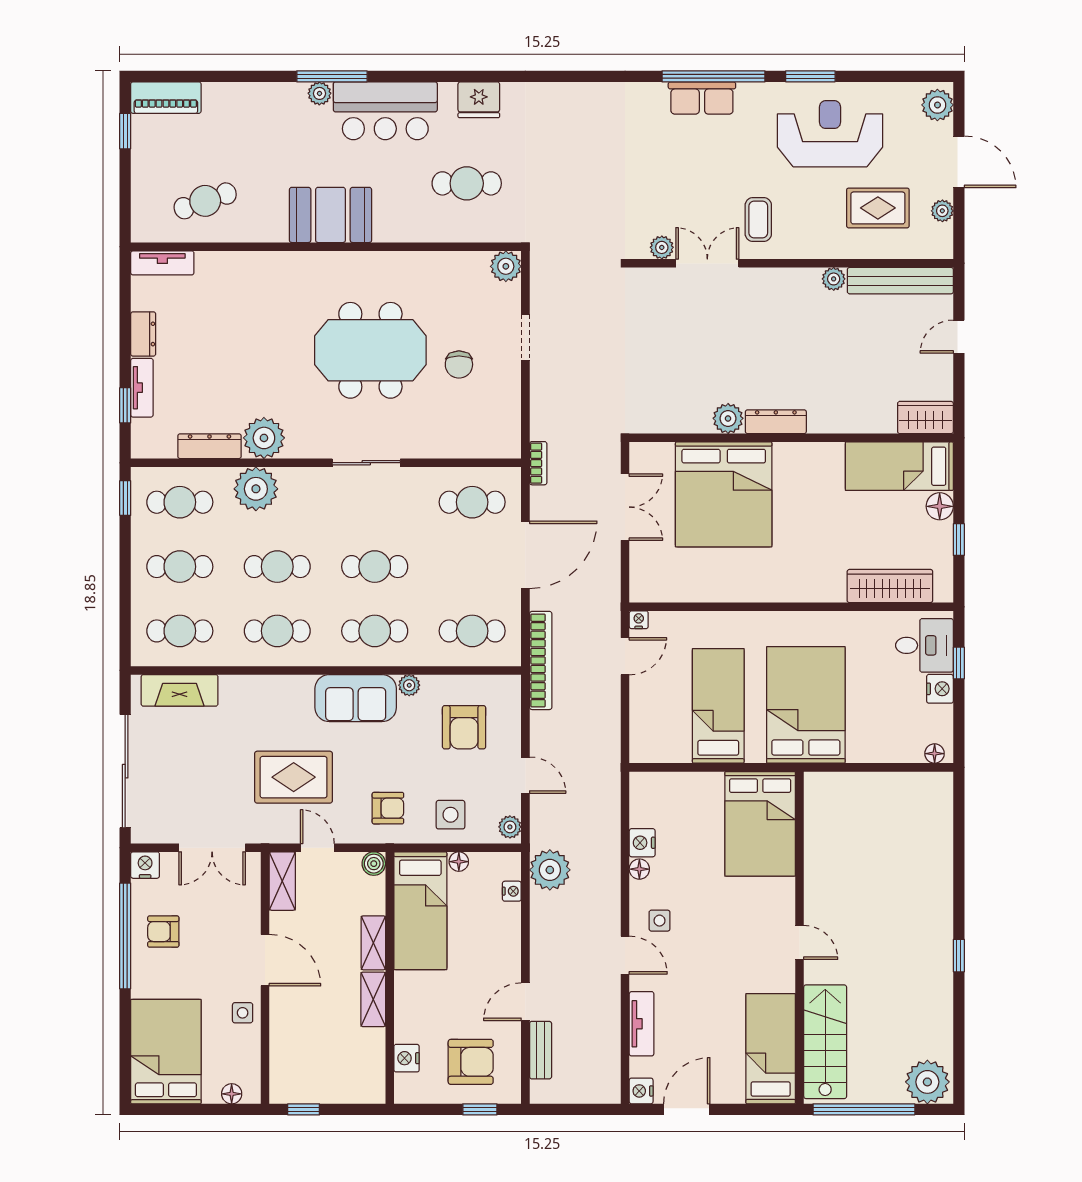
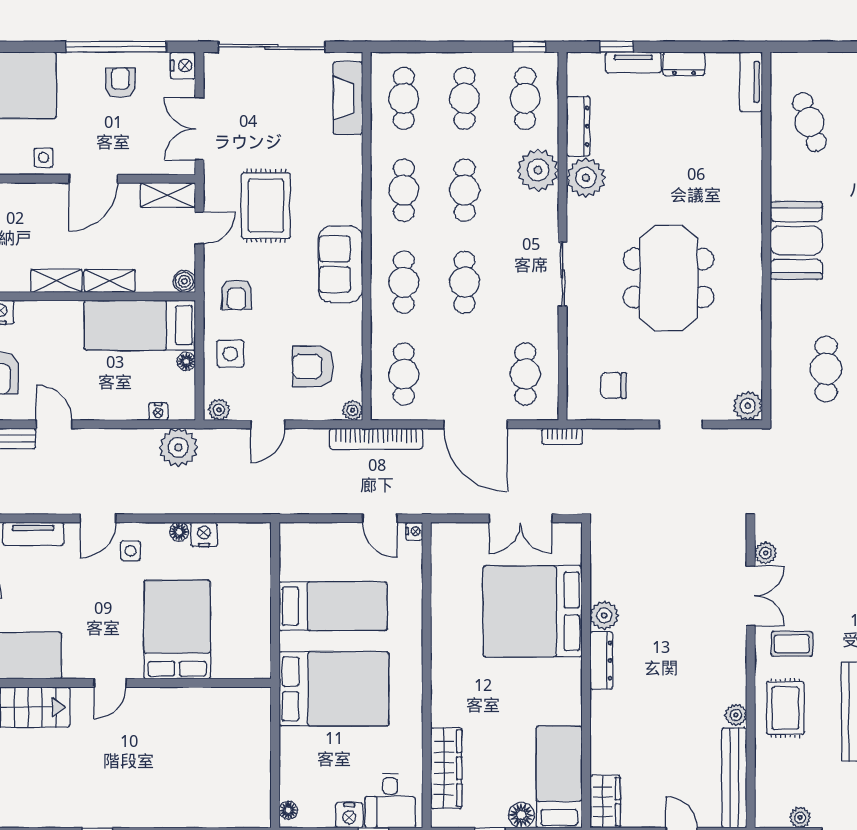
rug: (878, 208) -> (785, 708), moved
chair: (459, 364) -> (614, 385), moved
plant: (409, 685) -> (353, 410), moved
bed: (760, 824) -> (177, 630), moved, turned 90

